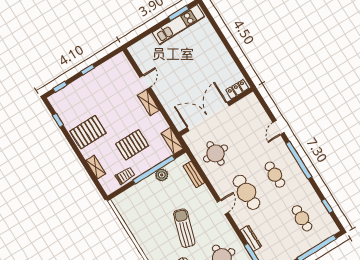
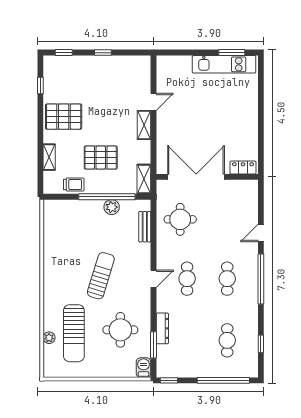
cafe table: (246, 192) -> (187, 279), width x0.73, depth x0.74

